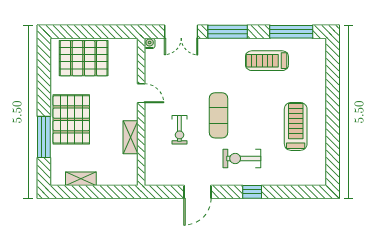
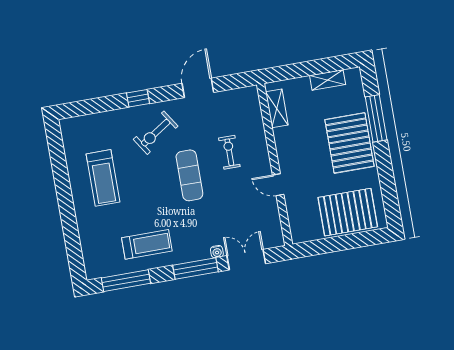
water cooler: (150, 43) -> (217, 252), moved
shelving: (131, 137) -> (277, 108), moved
exercise bike: (242, 158) -> (156, 133), turned 147

